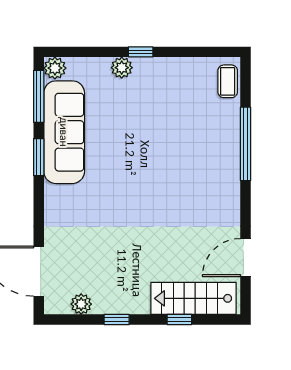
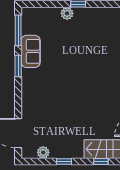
plant: (55, 68) -> (28, 14), removed
sofa: (64, 132) -> (31, 51), width x0.54, depth x0.79

